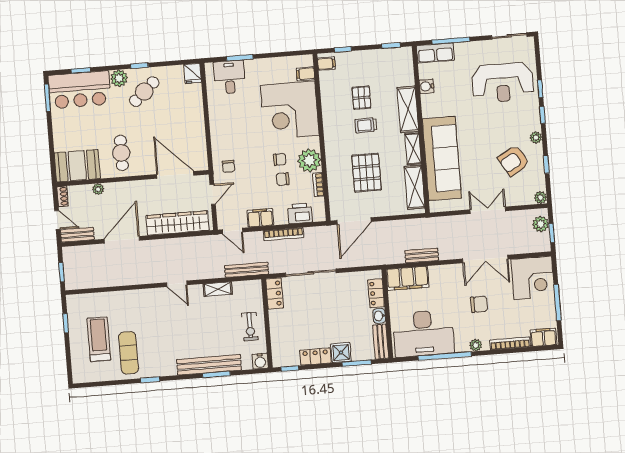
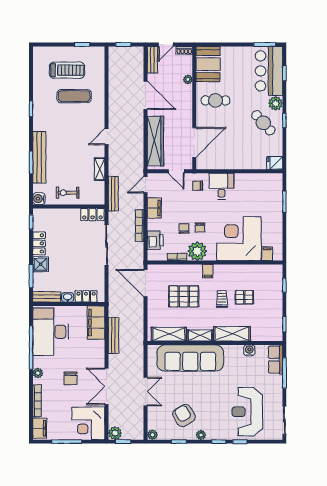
filing cabinet: (326, 64) -> (208, 271), moved
desk: (229, 77) -> (222, 186), moved, turned -90
plant: (541, 224) -> (115, 433), moved
bench: (422, 255) -> (113, 335), width x1.36
exercise mat: (128, 353) -> (74, 96), moved

